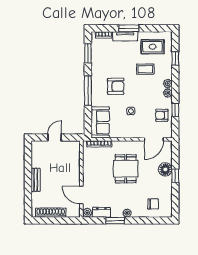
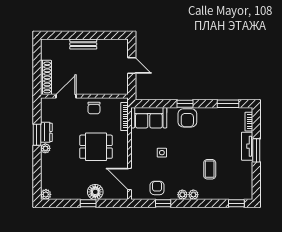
rug: (153, 47) -> (235, 177), removed
window: (175, 58) -> (236, 203), moved
armchair: (116, 86) -> (187, 118), moved
window: (88, 91) -> (185, 104), width x0.46
chair: (153, 204) -> (94, 108), moved
dresser: (101, 212) -> (46, 132), moved
shoe rack: (51, 213) -> (46, 77), moved
plant: (87, 213) -> (46, 194), moved

